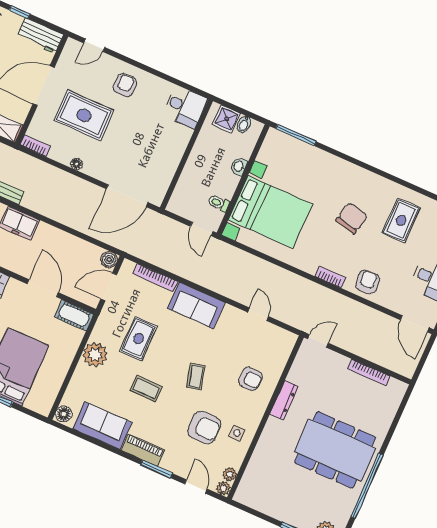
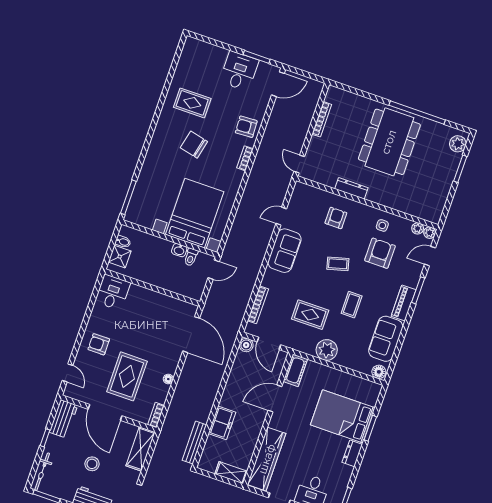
washbasin: (239, 166) -> (179, 250), moved
sofa: (196, 305) -> (285, 251), moved

